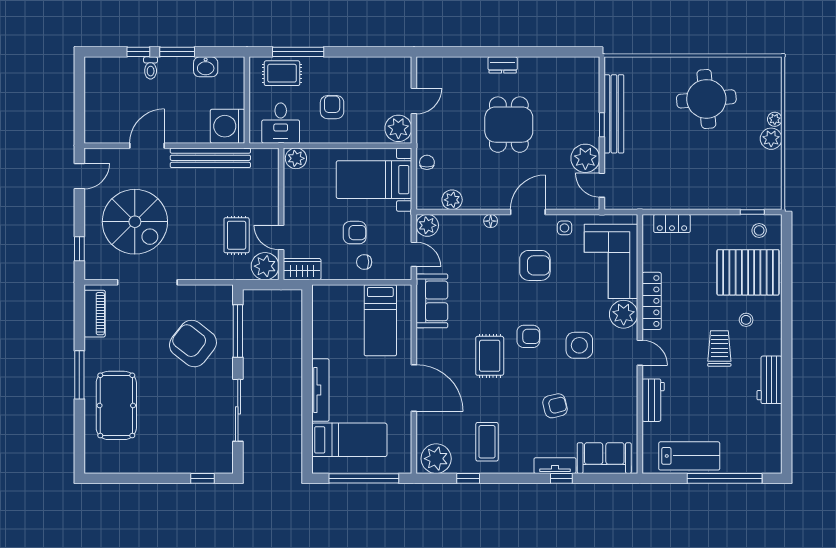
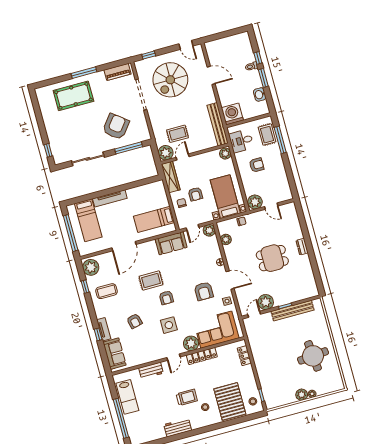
bench: (210, 158) -> (218, 124), moved
wardrobe: (302, 269) -> (171, 177), width x1.50

